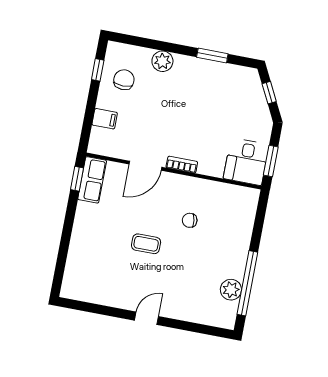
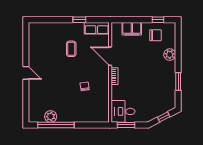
filing cabinet: (105, 119) -> (132, 29), width x2.00
window: (77, 179) -> (79, 20), moved
coffee table: (146, 244) -> (71, 49), moved

